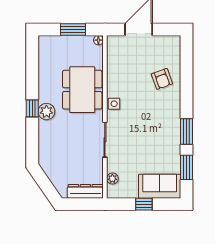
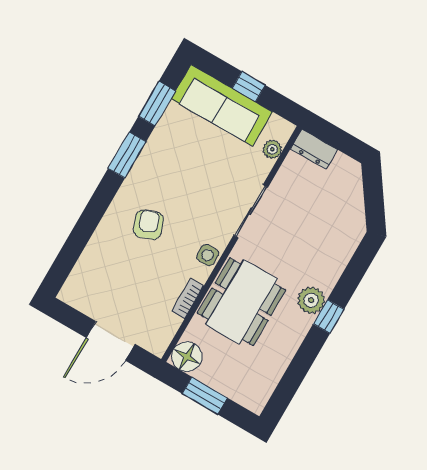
floor lamp: (98, 40) -> (187, 357), width x1.89, depth x1.89
bookcase: (111, 75) -> (188, 299), added
armchair: (162, 79) -> (148, 225), moved
sofa: (160, 186) -> (222, 105), width x1.36
dresser: (85, 191) -> (314, 149), width x0.70

